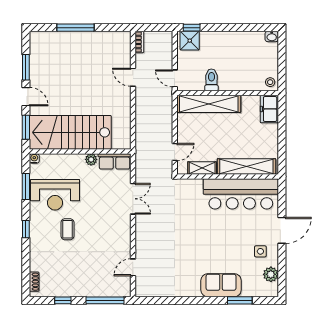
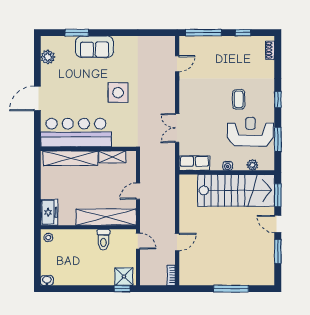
door: (133, 77) -> (177, 242), hinge flipped
door: (175, 152) -> (138, 191), moved
water cooler: (34, 158) -> (228, 166), moved
plant: (91, 159) -> (252, 165), moved
side table: (260, 251) -> (118, 93), moved, width x1.87, depth x1.87

